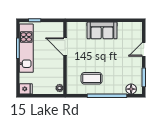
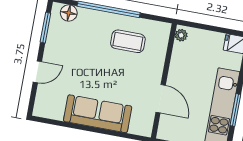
sofa: (102, 30) -> (98, 114), width x1.36

